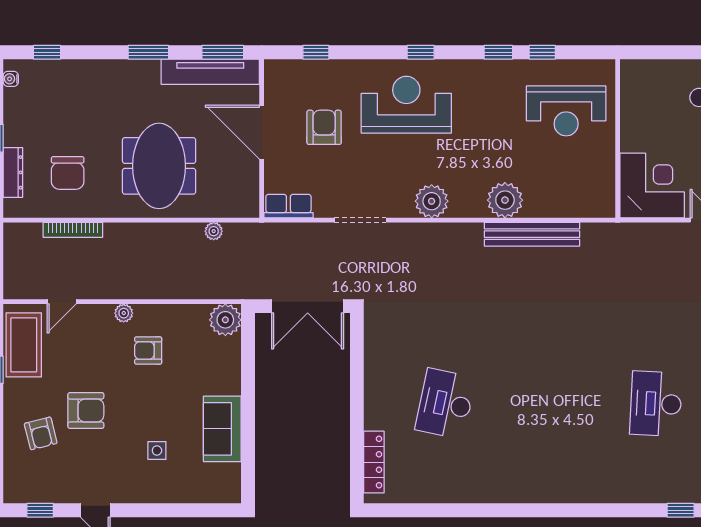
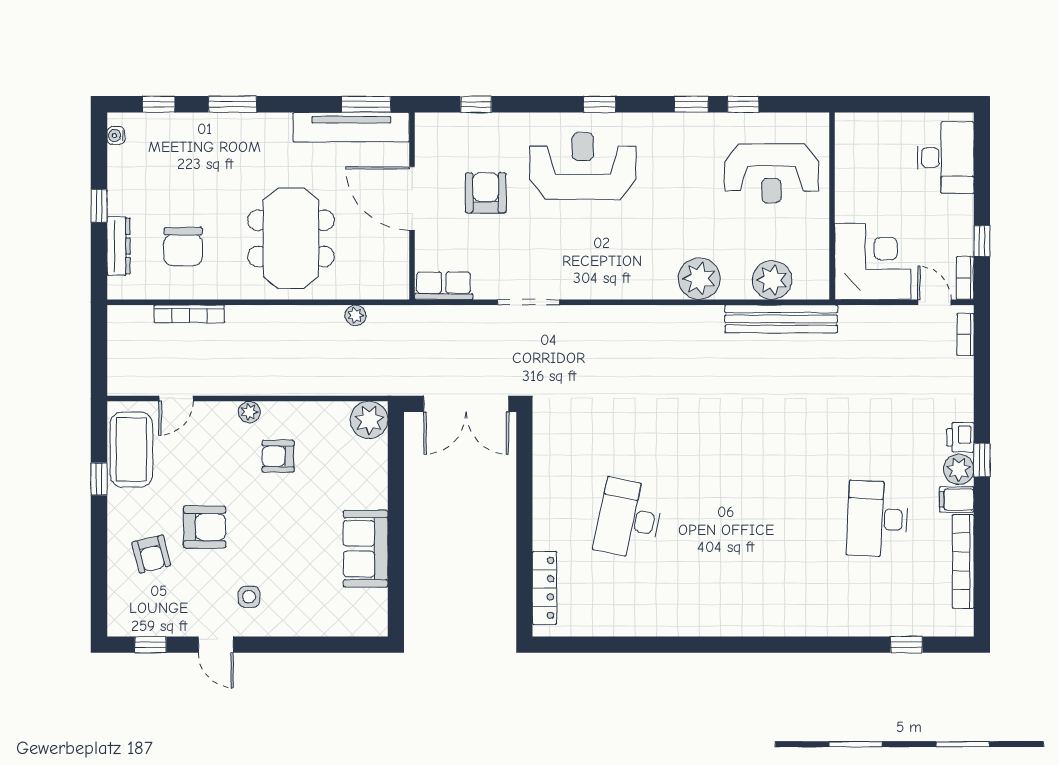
window: (148, 52) -> (232, 104), moved
plant: (432, 201) -> (772, 280), moved
bench: (532, 234) -> (781, 319), moved
side table: (157, 450) -> (249, 597), moved

